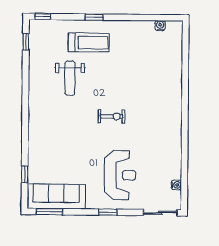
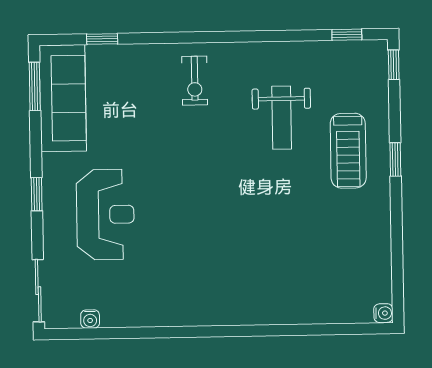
water cooler: (160, 26) -> (383, 313), moved
weight bench: (70, 78) -> (282, 118), turned -90
exercise bike: (112, 116) -> (195, 81), moved
reception desk: (120, 175) -> (105, 215), turned -90

